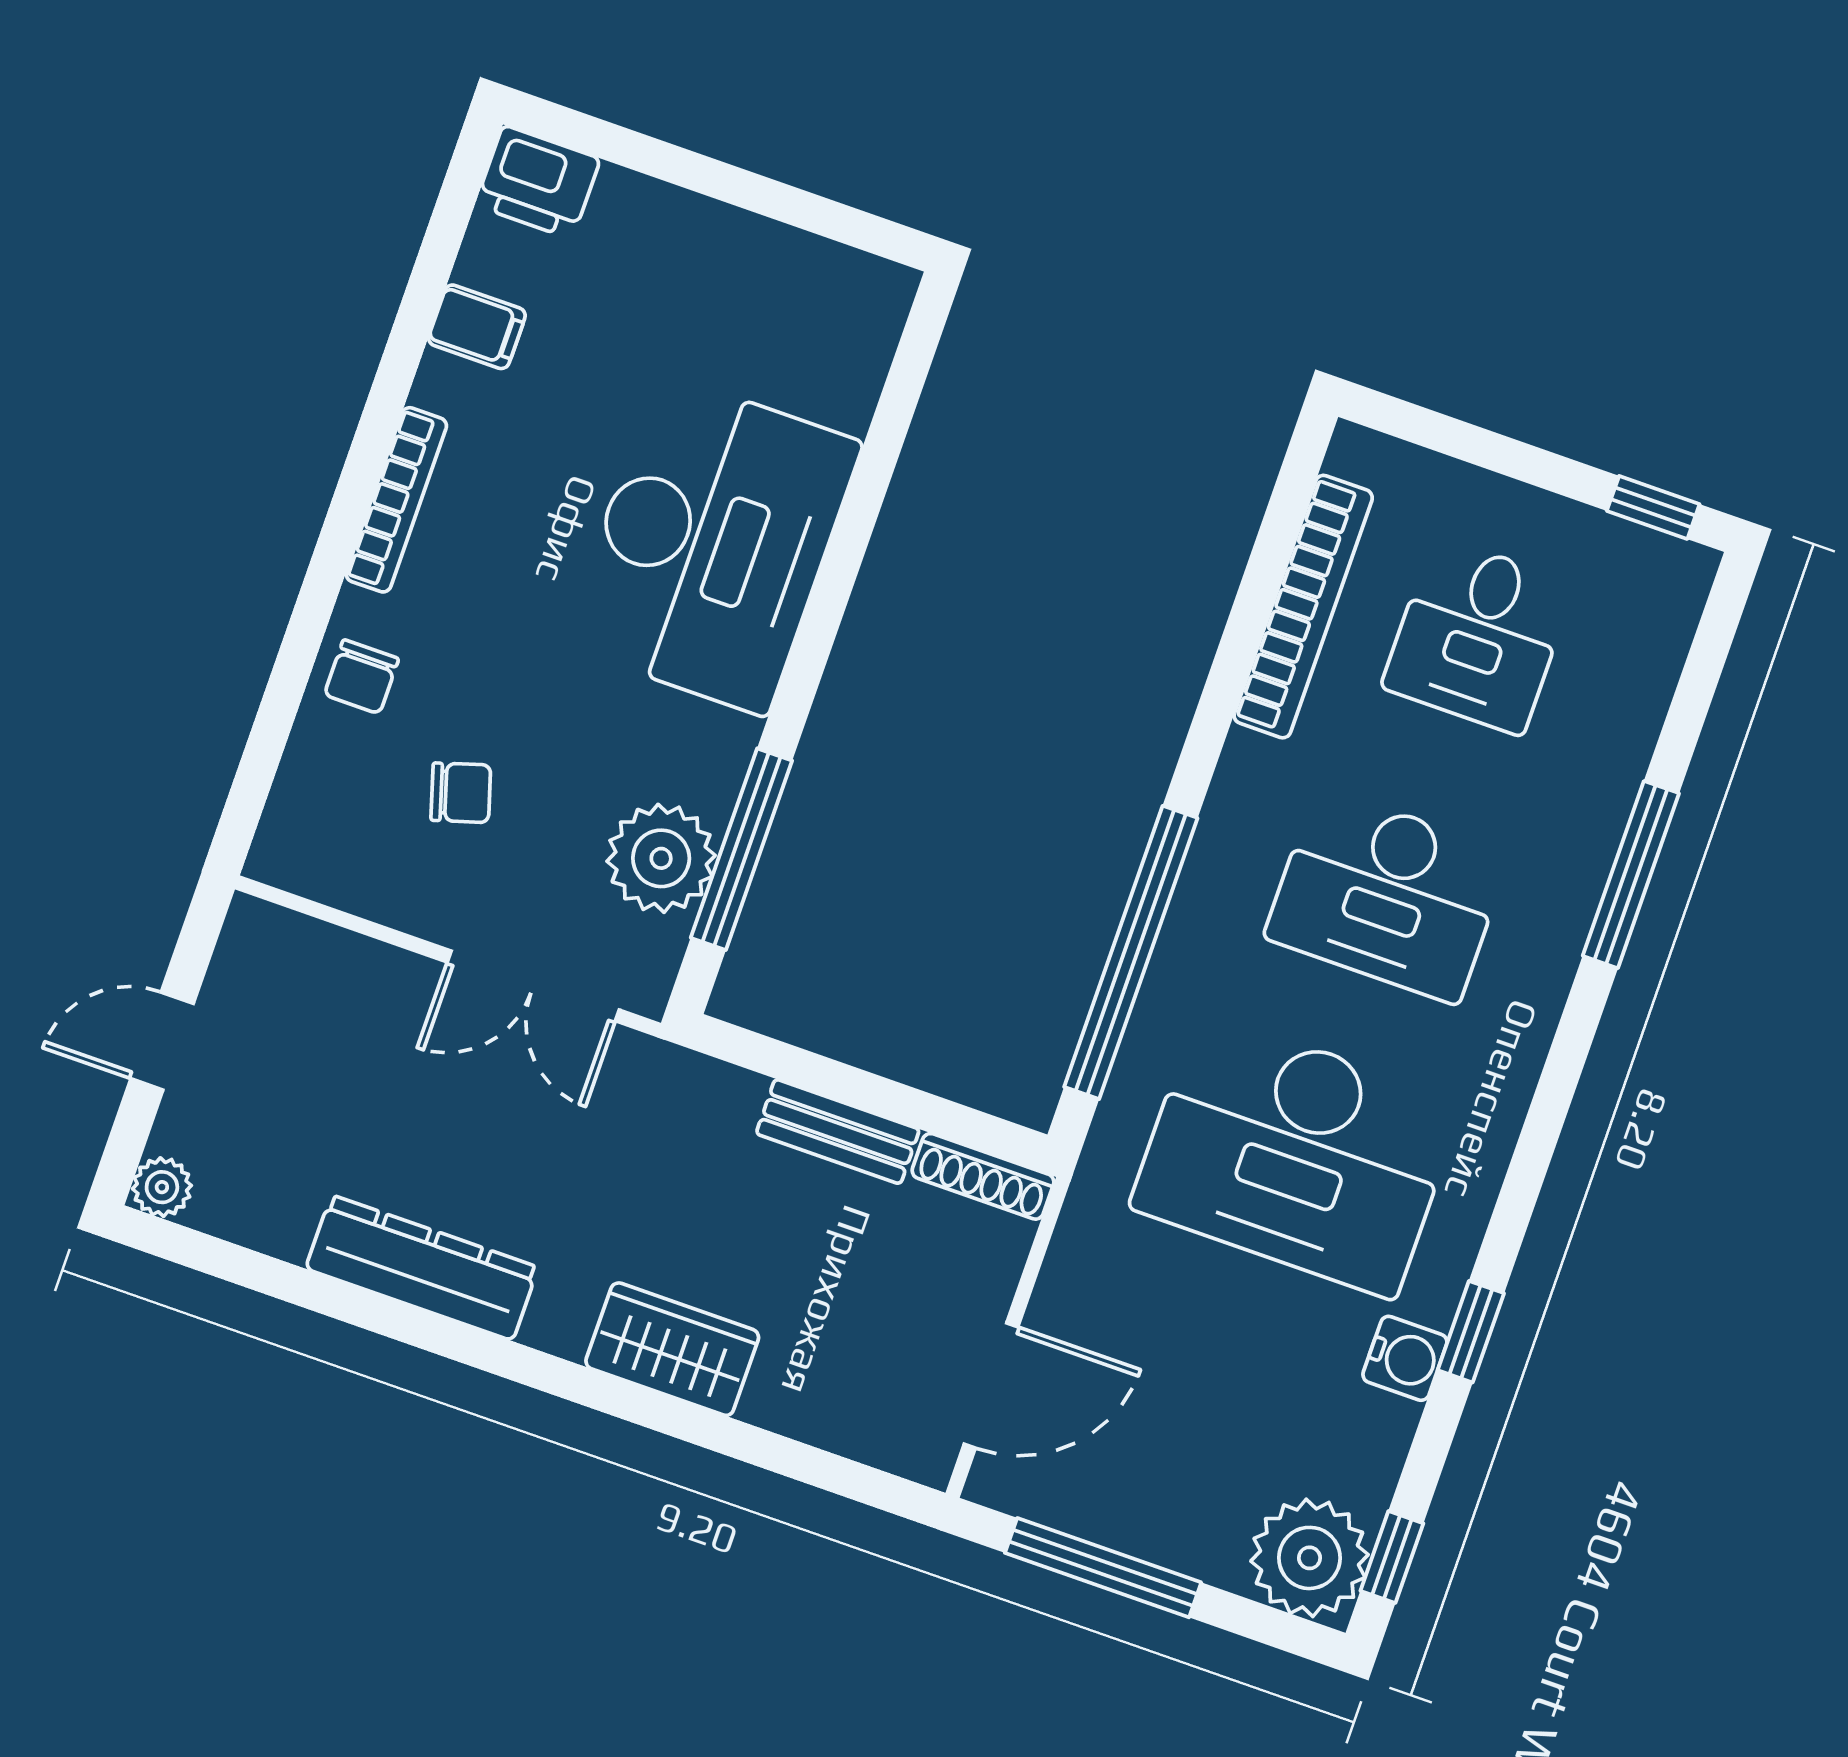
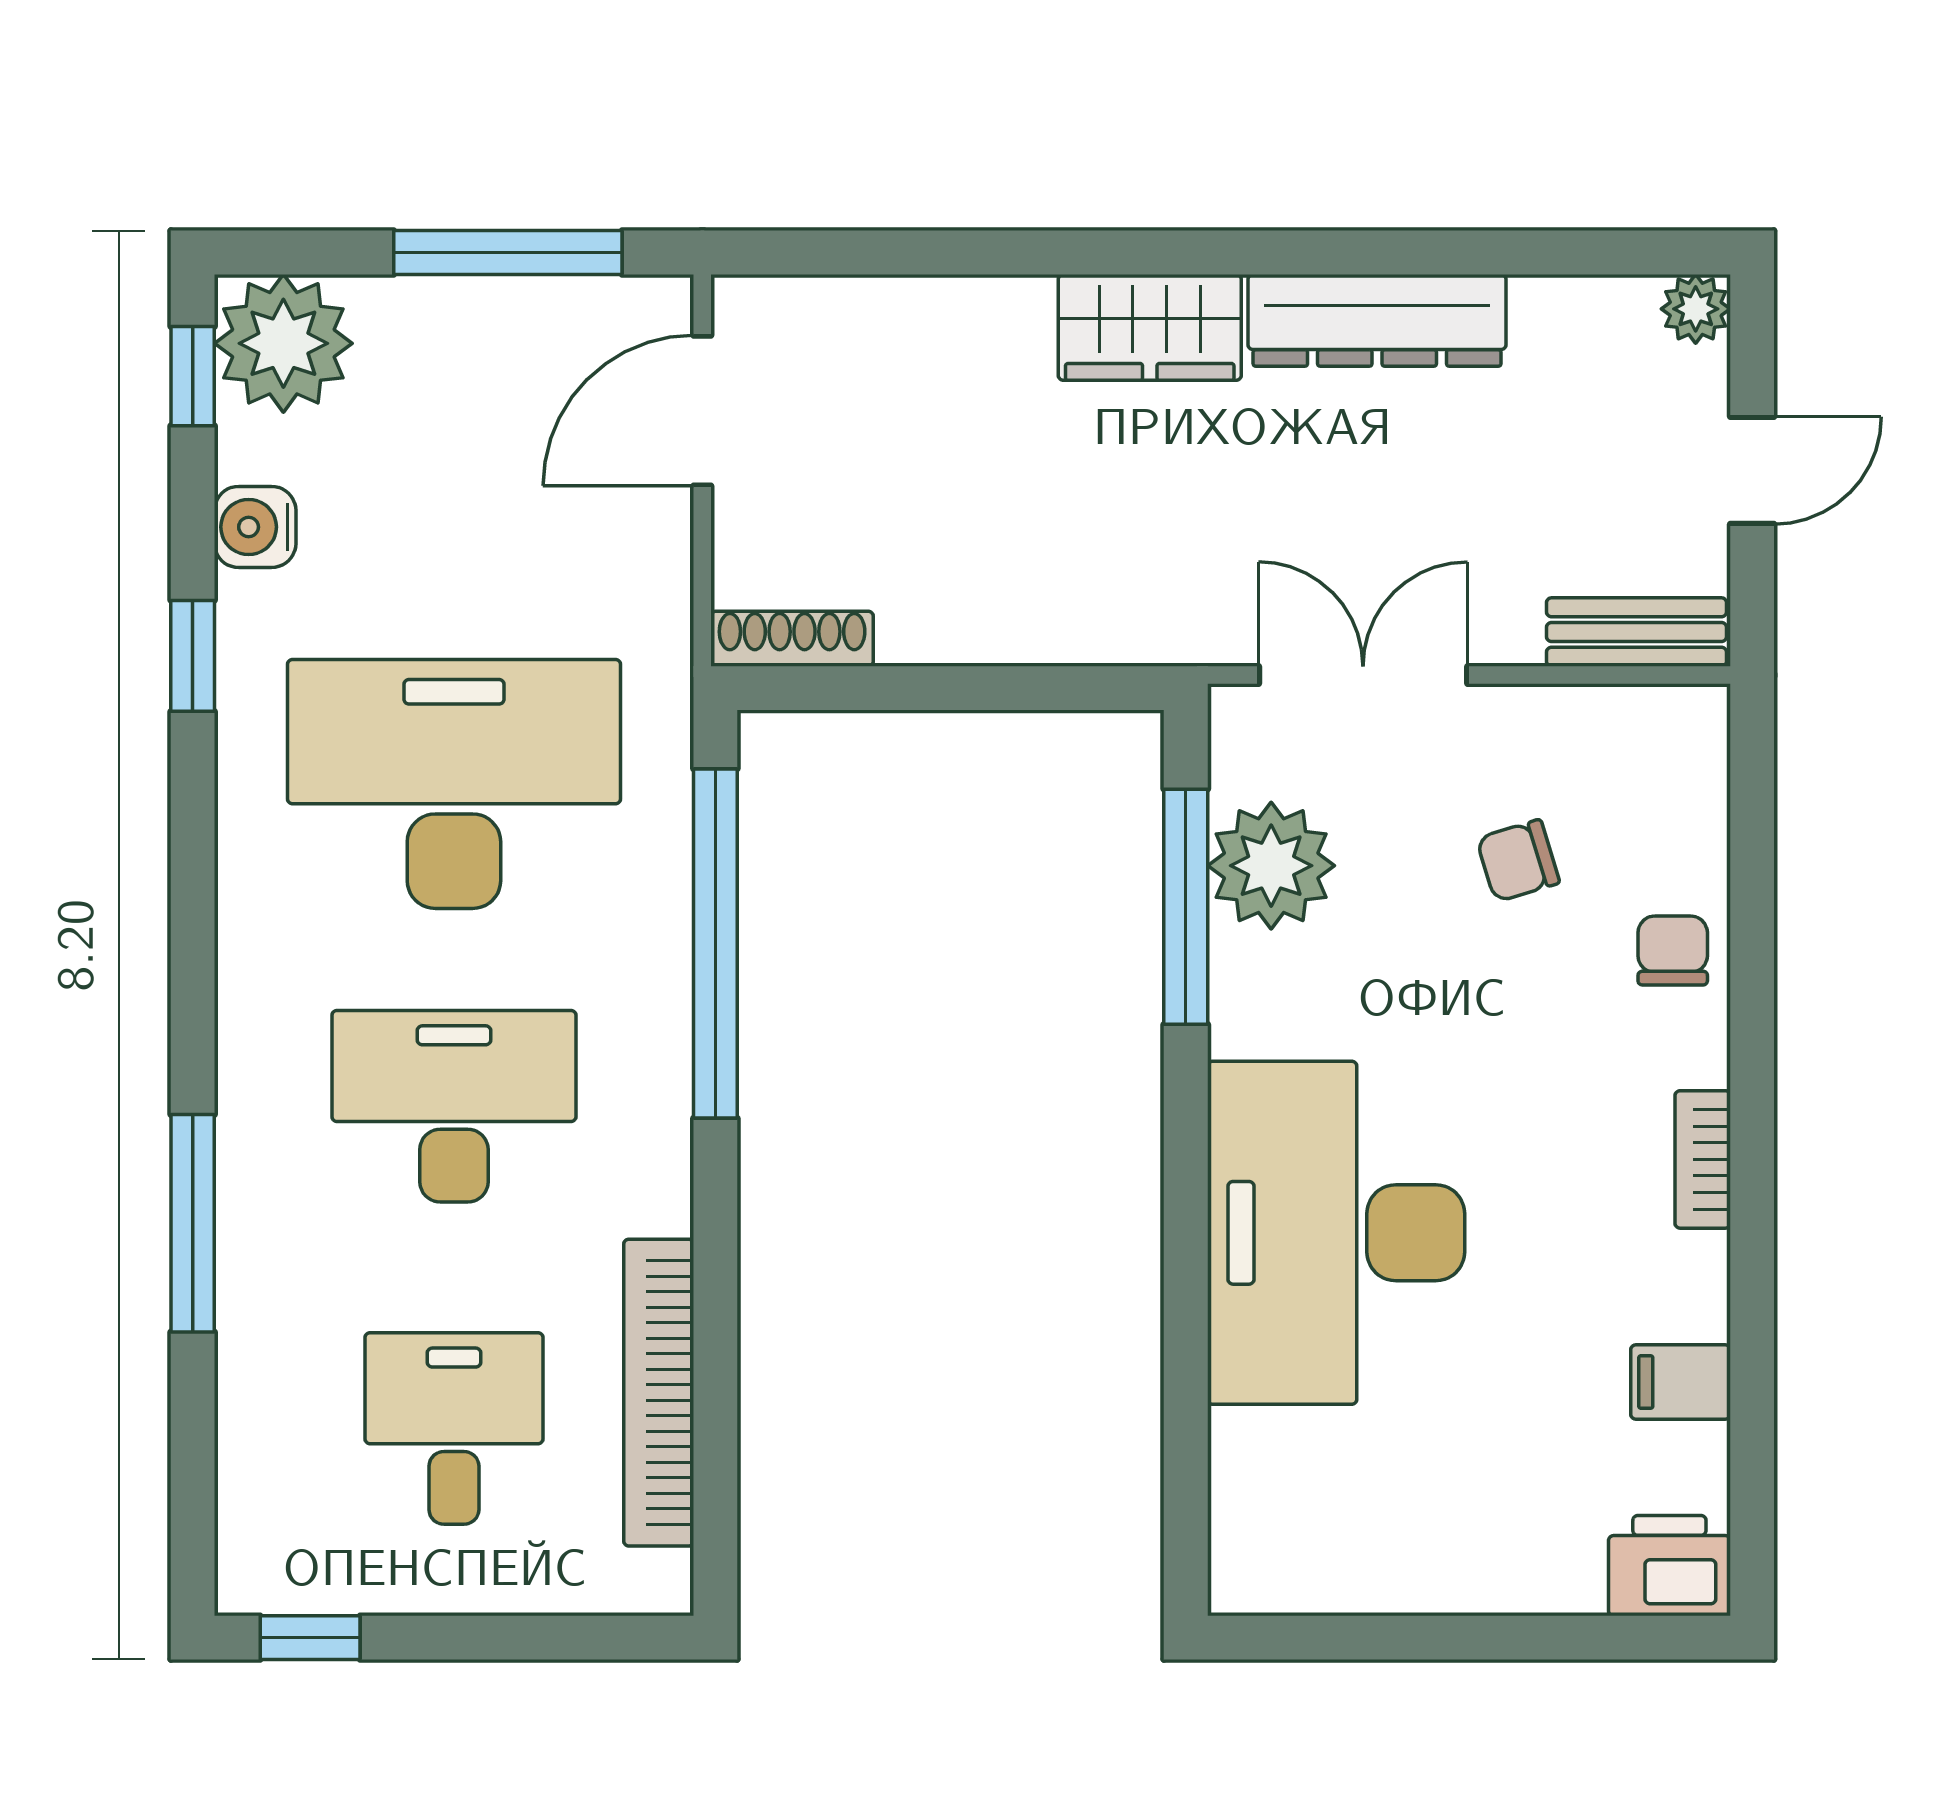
bookcase: (396, 500) -> (1703, 1159), width x0.64
bench: (838, 1132) -> (1636, 632), moved
wardrobe: (672, 1349) -> (1150, 327), moved
water cooler: (1405, 1358) -> (255, 527), moved

